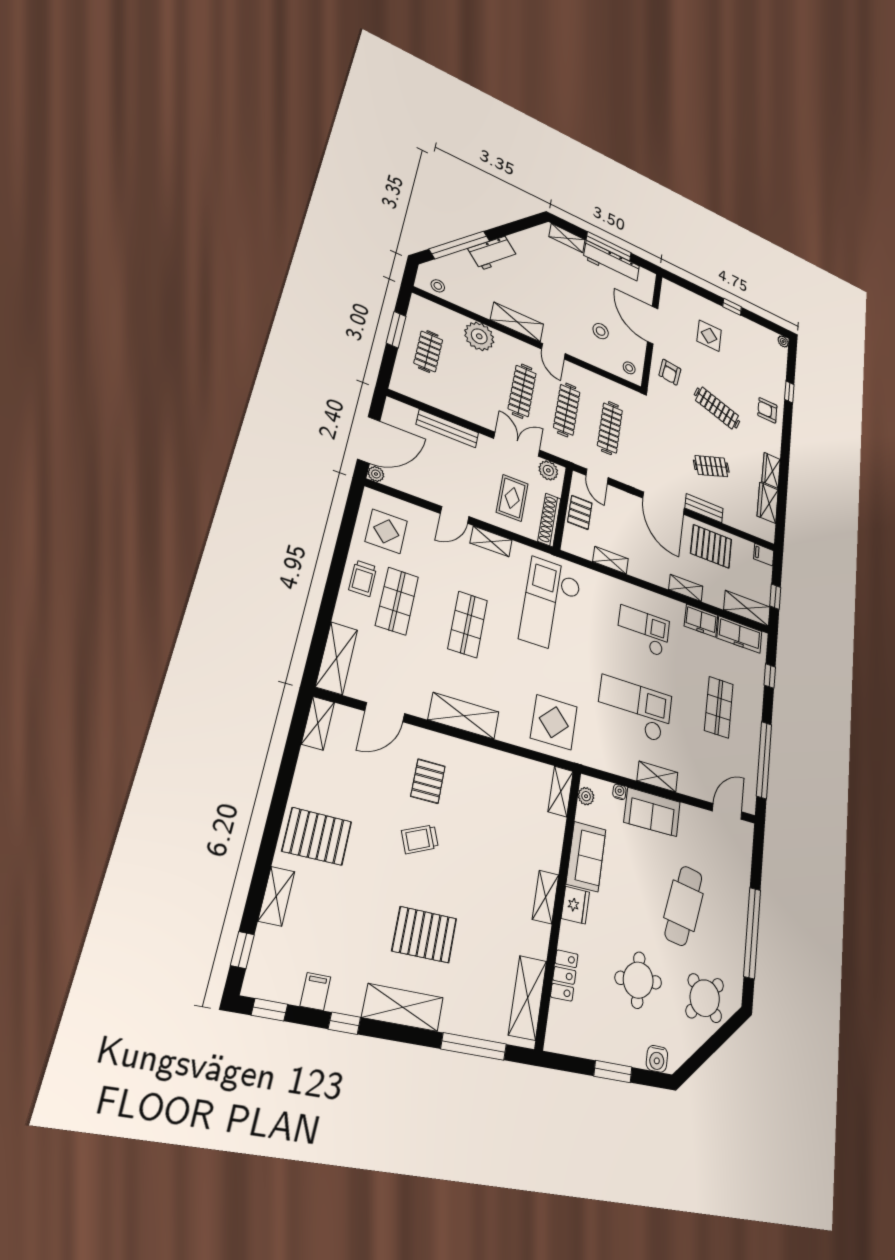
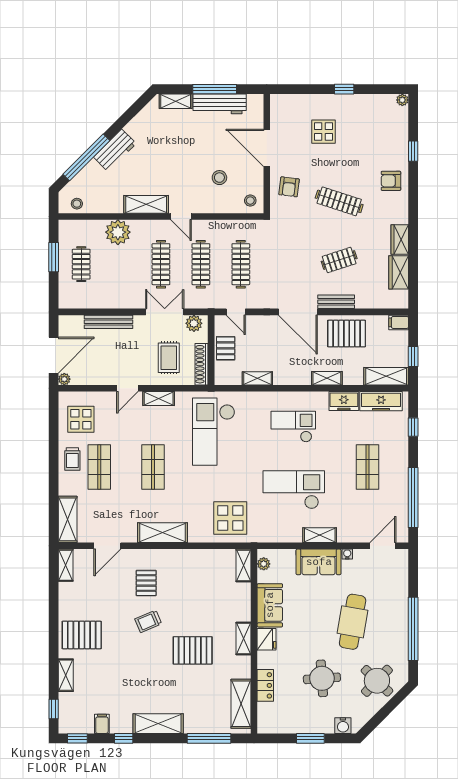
water cooler: (619, 792) -> (347, 554), moved
pallet: (425, 935) -> (193, 650), moved

